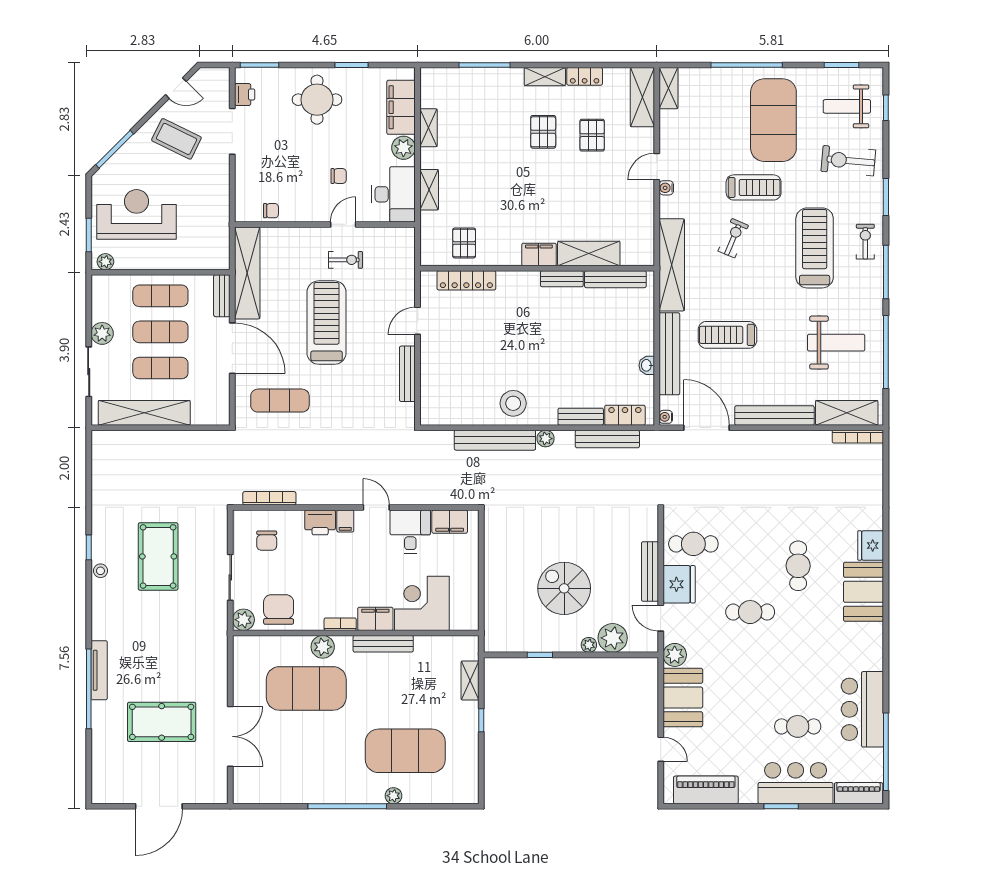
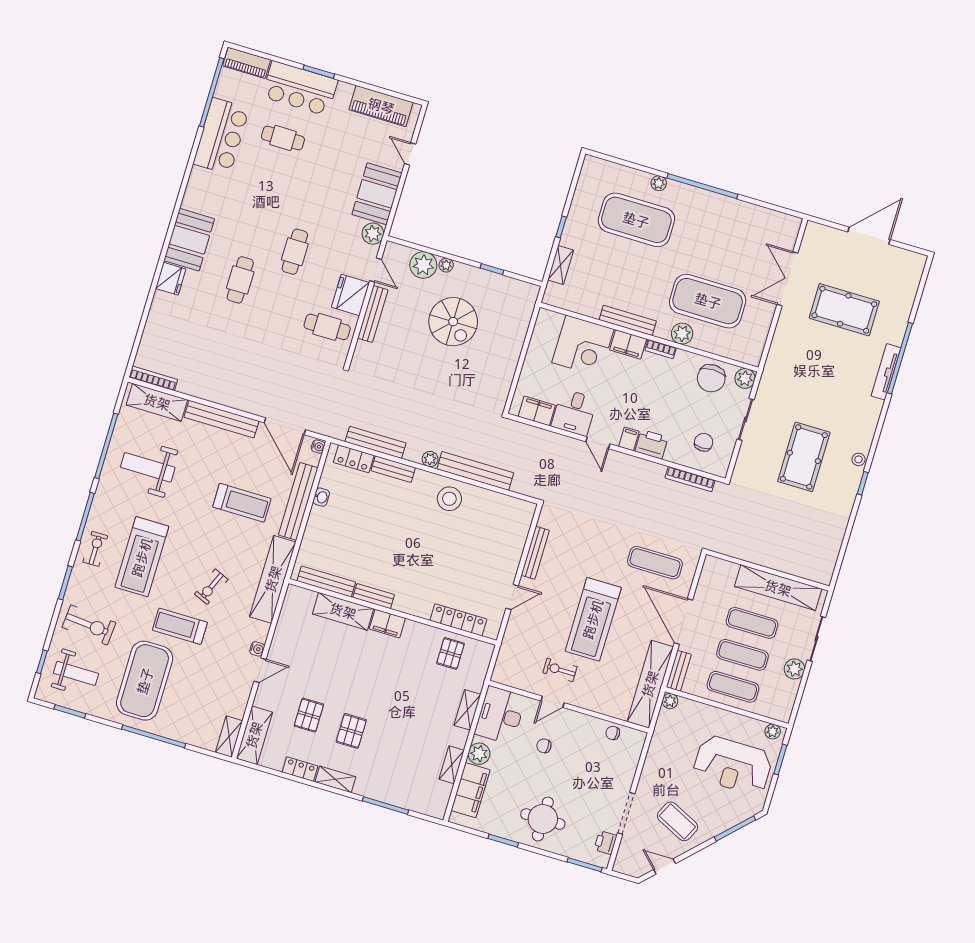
exercise bike: (865, 242) -> (95, 549), turned 180
plant: (221, 261) -> (670, 701), added
cafe table: (750, 612) -> (295, 252), turned 90

